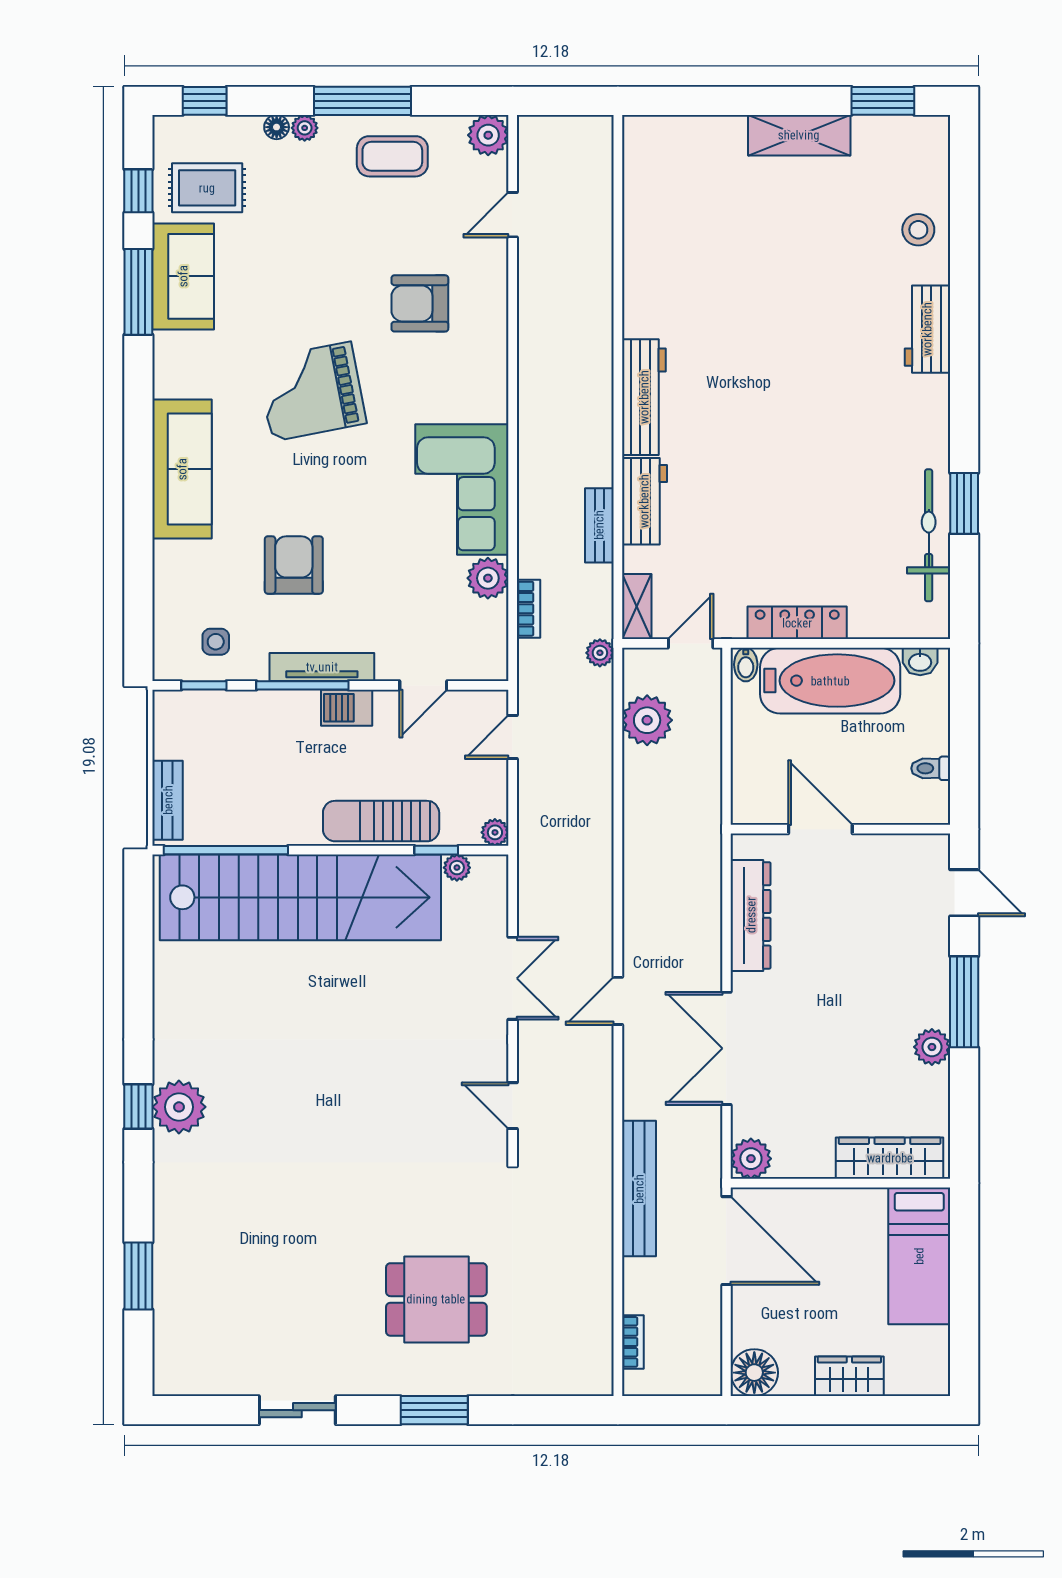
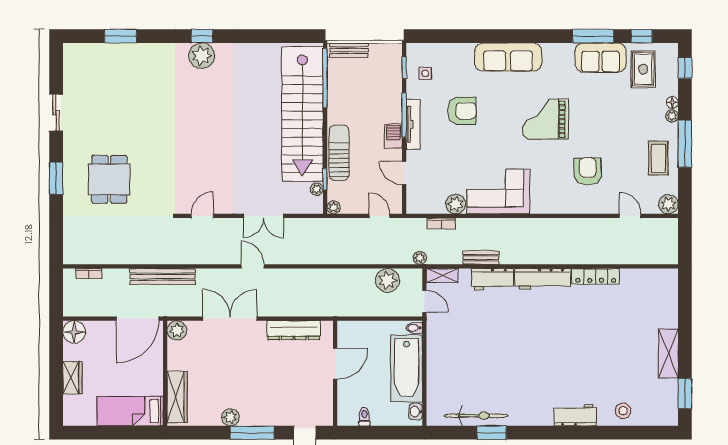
grand piano: (311, 392) -> (545, 119), turned -79
locker: (797, 623) -> (596, 276), moved, turned 90

